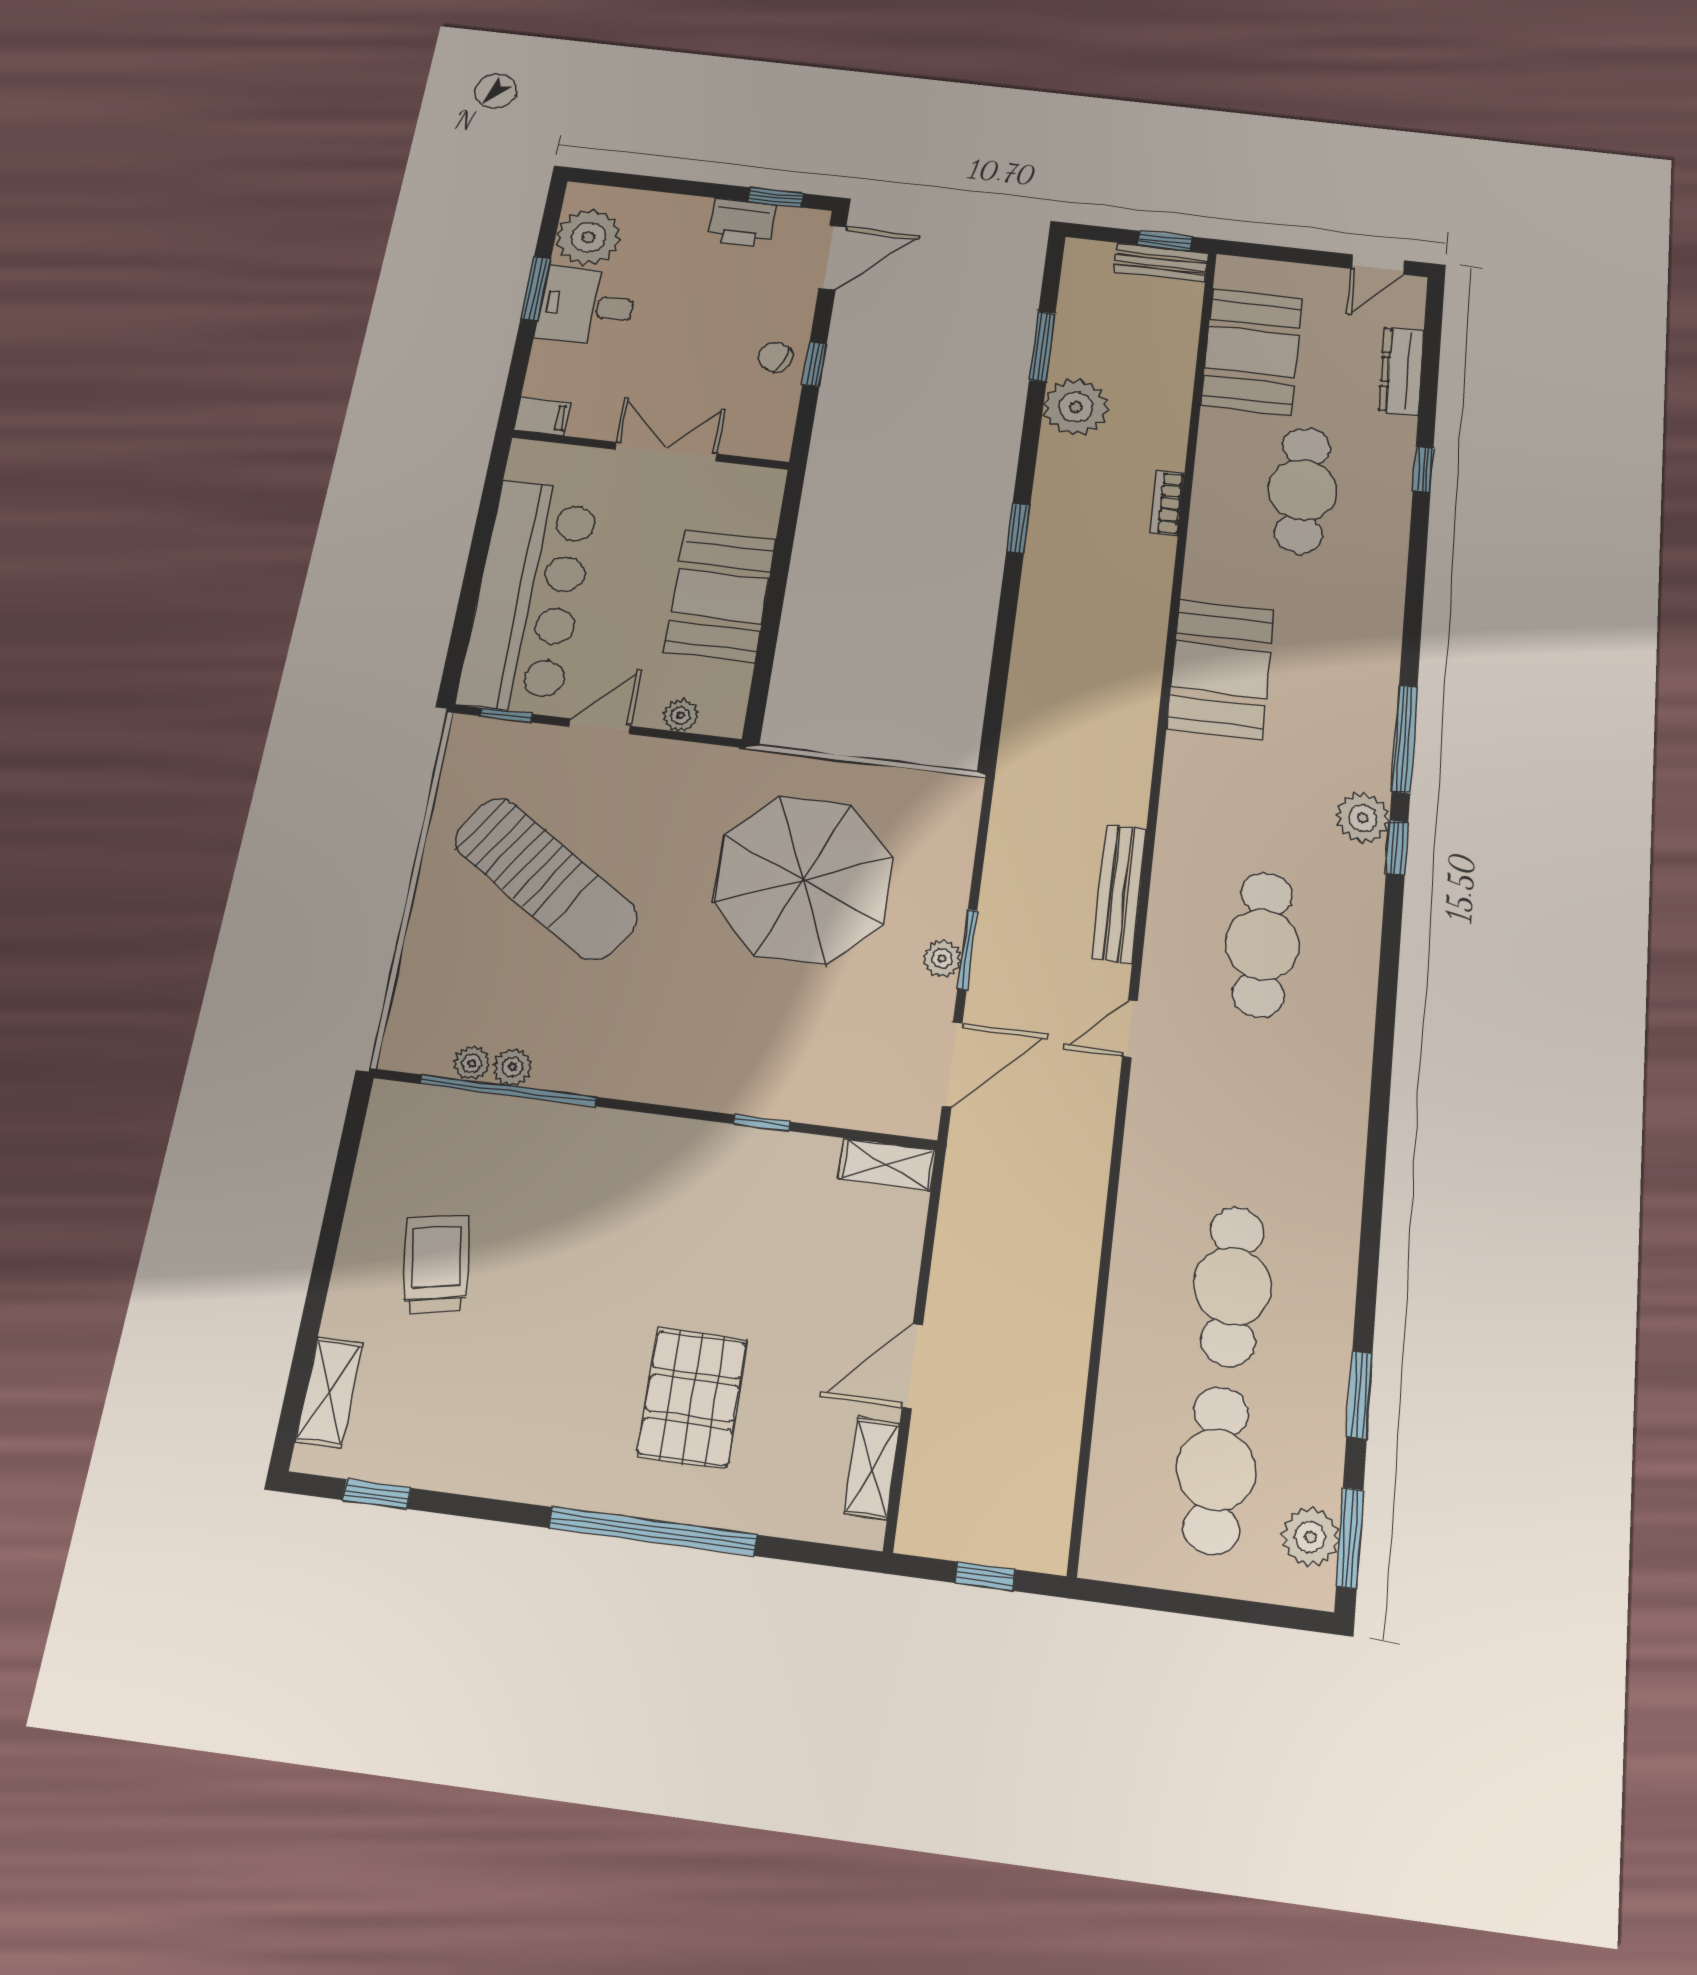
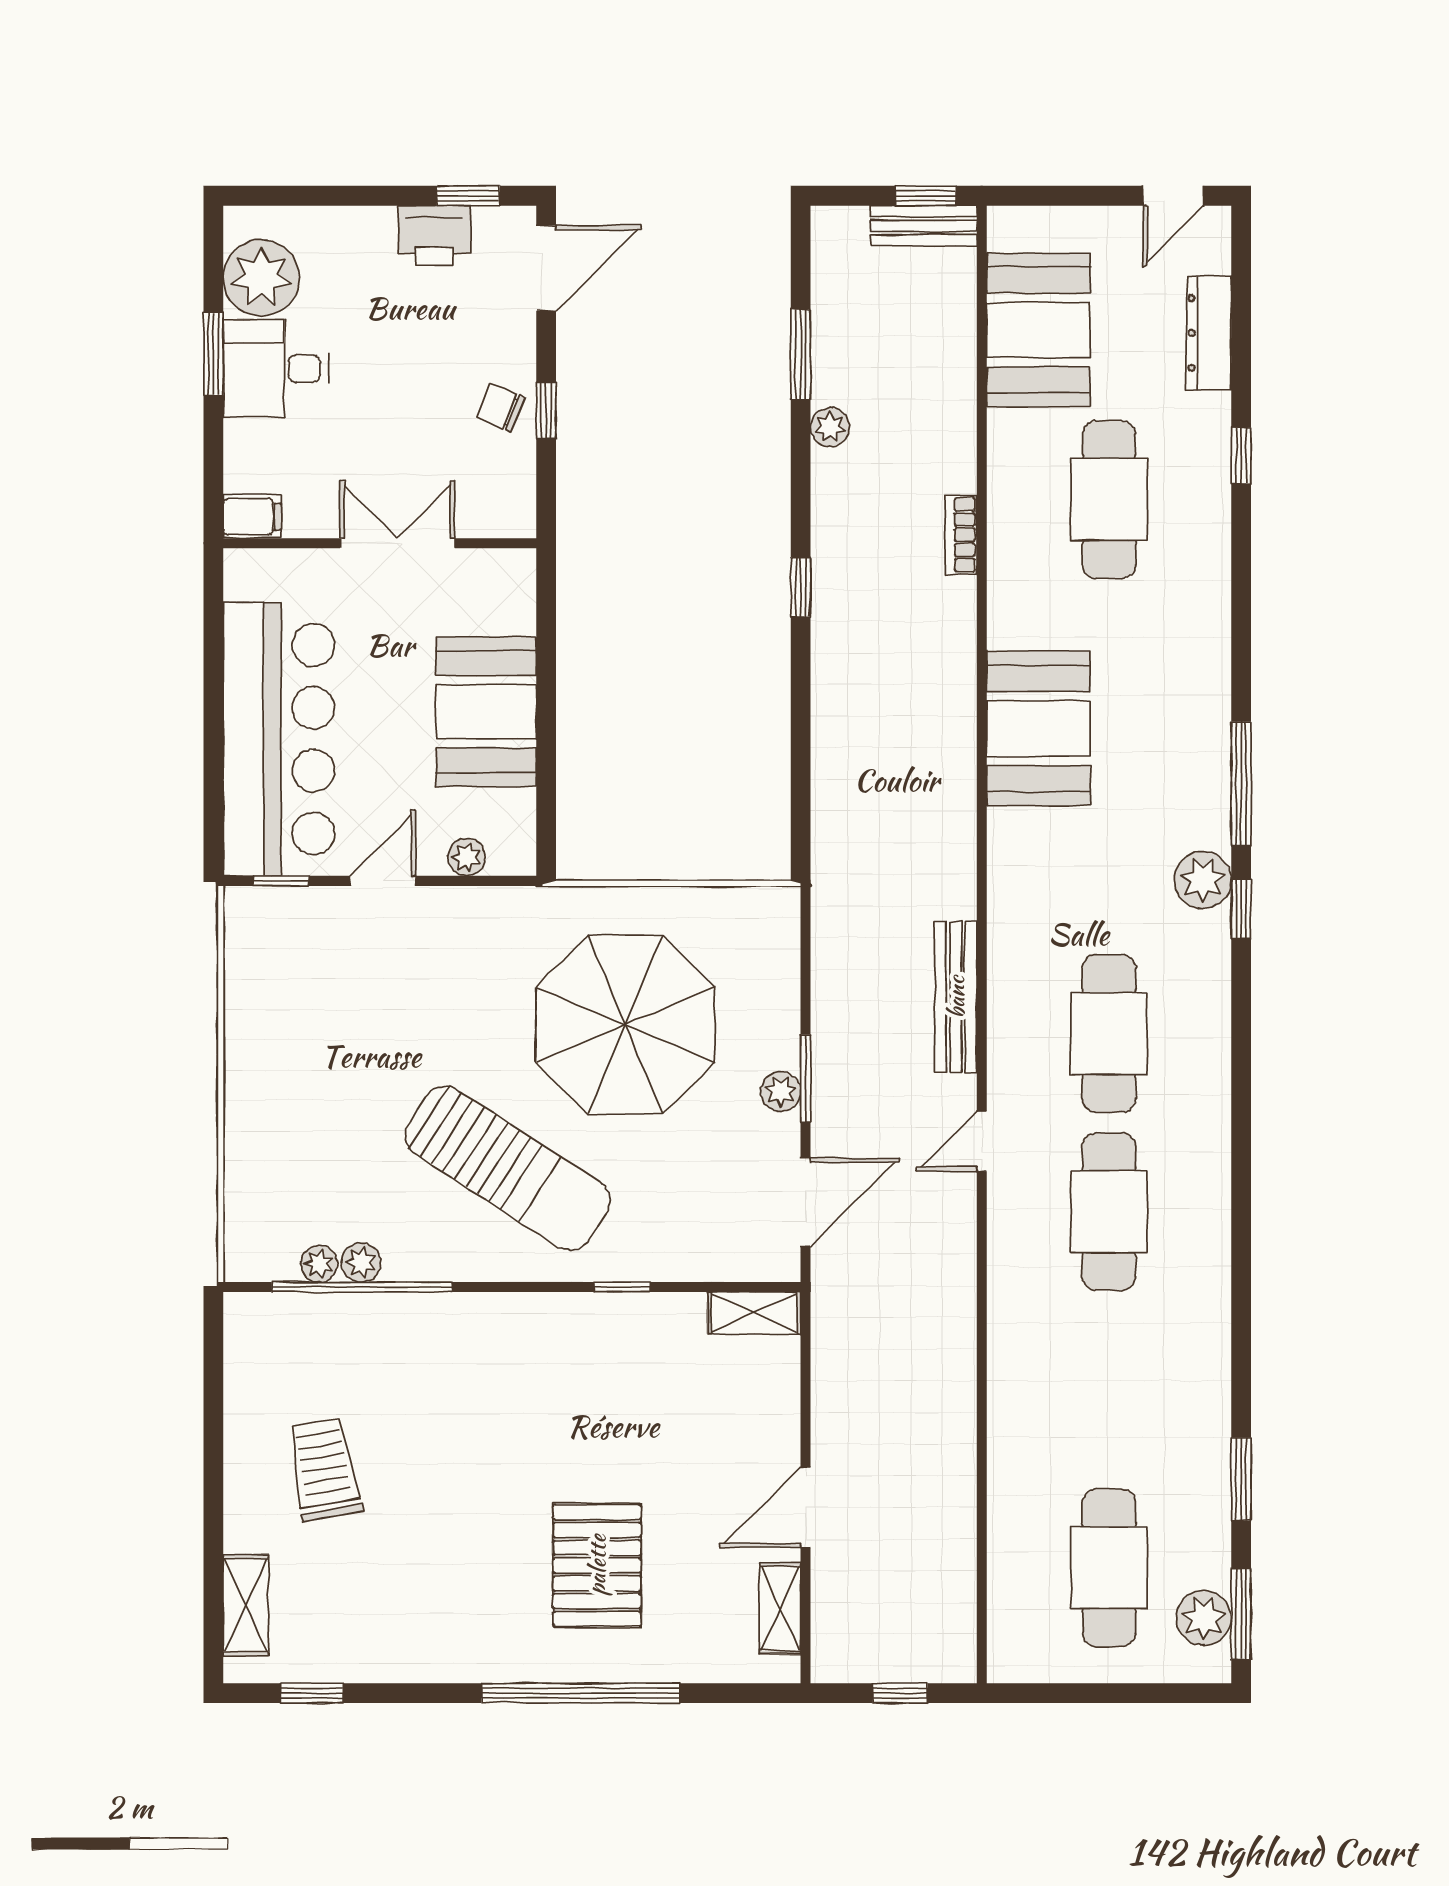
plant: (1076, 407) -> (830, 427), width x0.53, depth x0.53
sun lounger: (546, 879) -> (508, 1168), moved
cafe table: (1232, 1286) -> (1109, 1212), moved

